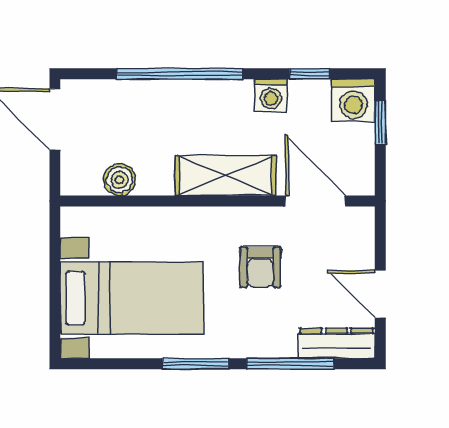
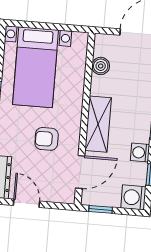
window: (380, 122) -> (101, 209), moved
door: (380, 294) -> (27, 203), hinge flipped

